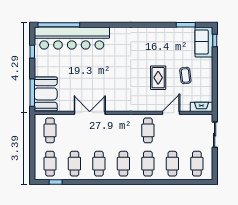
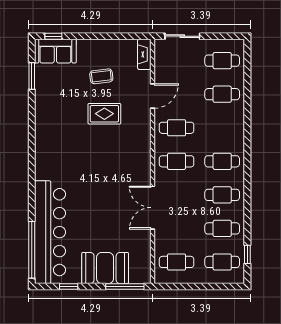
booth: (46, 94) -> (105, 268), moved
door: (171, 113) -> (153, 96), swing flipped
cafe table: (148, 164) -> (177, 161), moved

